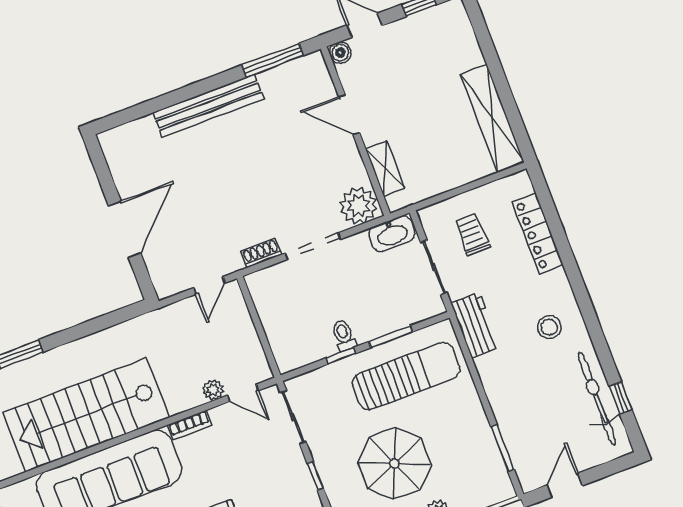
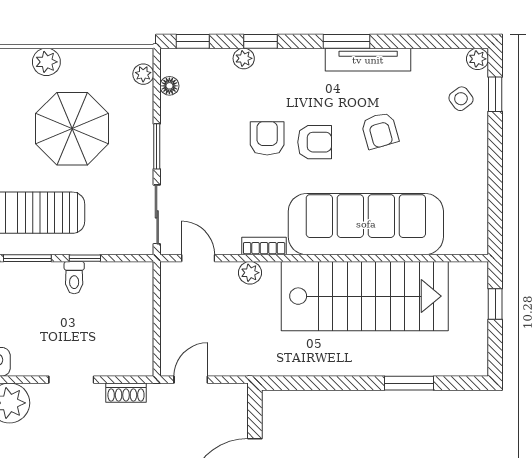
doorway: (313, 246) -> (71, 380), width x0.73
plant: (213, 390) -> (250, 273), moved
window: (315, 476) -> (157, 146), width x1.50

